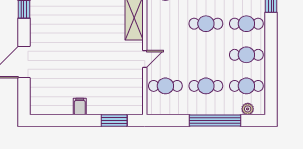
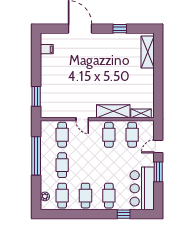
cafe table: (206, 24) -> (109, 135), moved
filing cabinet: (80, 106) -> (47, 49), moved
window: (215, 121) -> (36, 156), moved

